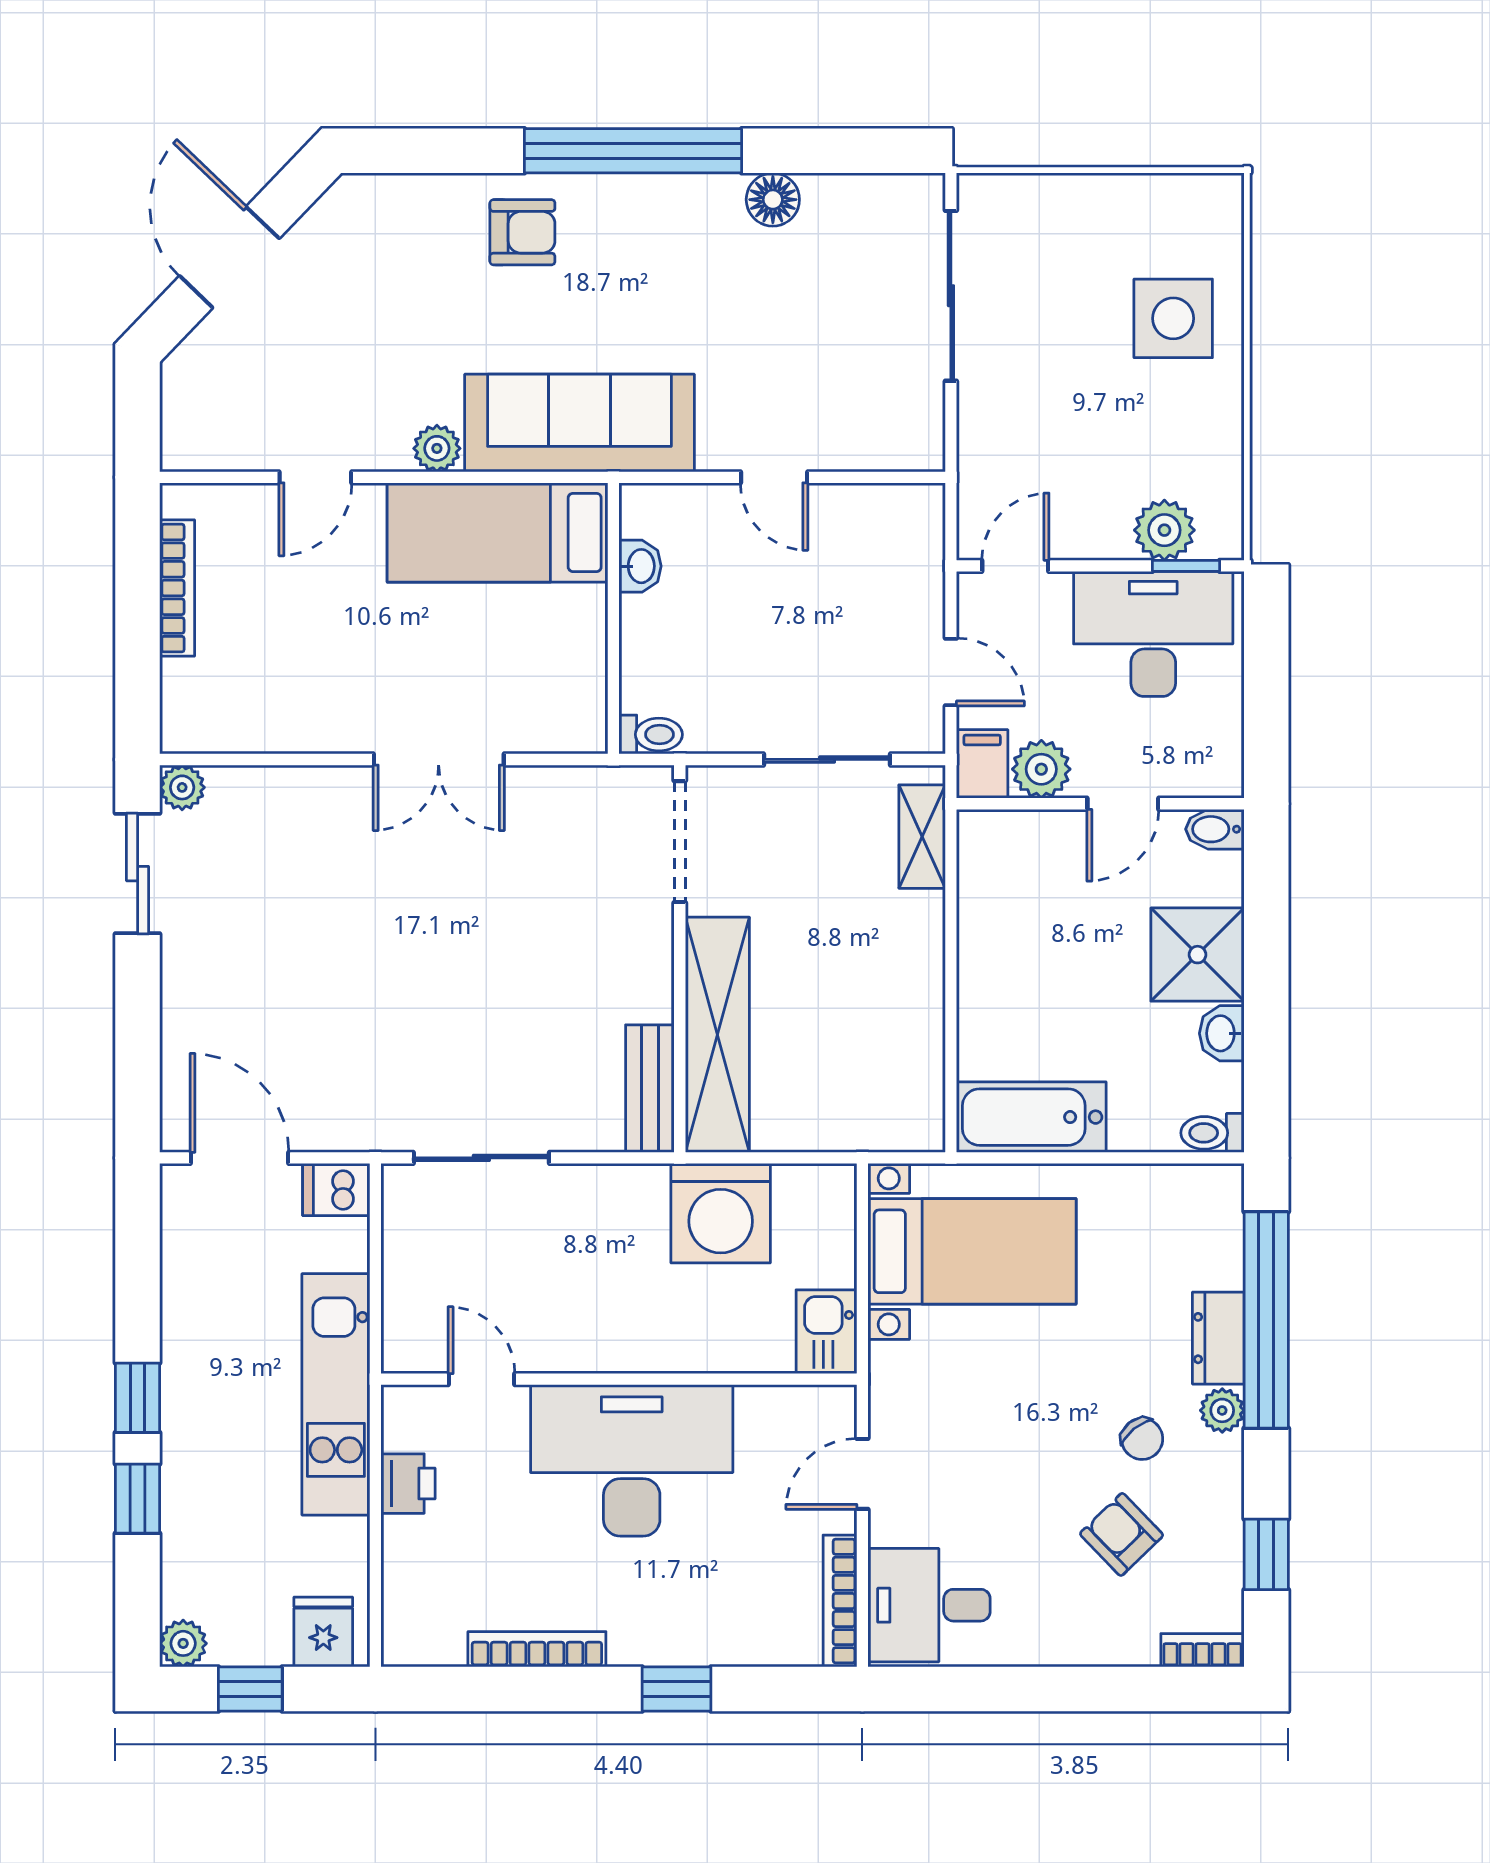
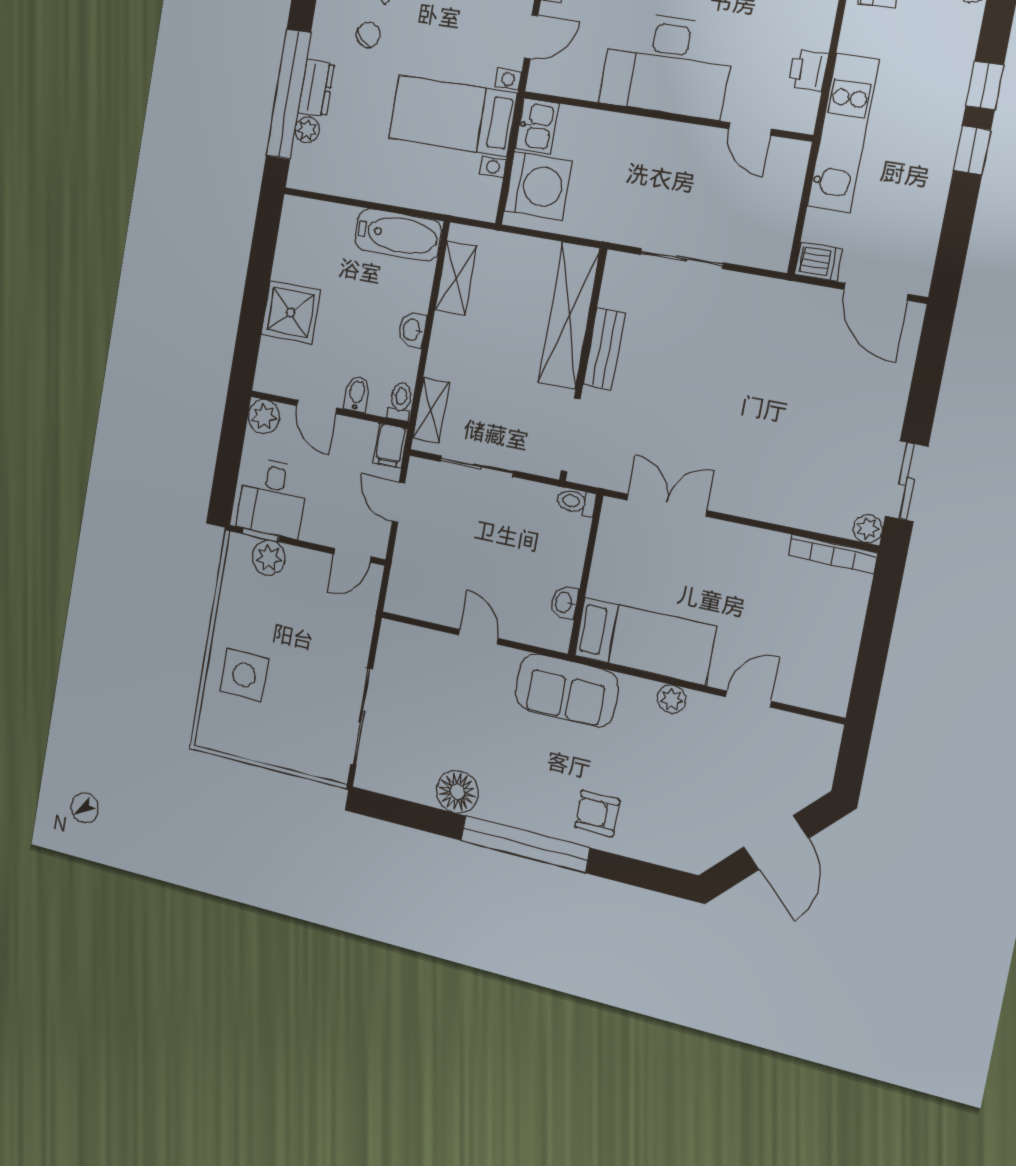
floor lamp: (773, 200) -> (457, 792), width x1.38, depth x1.38
sofa: (579, 423) -> (567, 690), width x0.73
bookcase: (177, 588) -> (833, 554), moved, turned -90
desk: (1153, 634) -> (273, 498), width x0.73
double door: (439, 759) -> (667, 505), moved
plant: (1041, 769) -> (264, 417), moved
door: (1123, 804) -> (317, 407), swing flipped
bidet: (1215, 829) -> (357, 394), moved, turned -90
washbasin: (1222, 1033) -> (412, 330), moved, turned 180
shelving: (919, 1062) -> (456, 278), added
bench: (650, 1089) -> (604, 349), moved
toilet: (1212, 1133) -> (400, 402), moved, turned -90
sliding door: (481, 1158) -> (682, 259), moved
washing machine: (721, 1213) -> (538, 186), moved, turned 90
bed with nightstands: (972, 1251) -> (453, 116), moved
plant: (1222, 1410) -> (307, 130), moved
chair: (1142, 1439) -> (368, 35), turned 82

